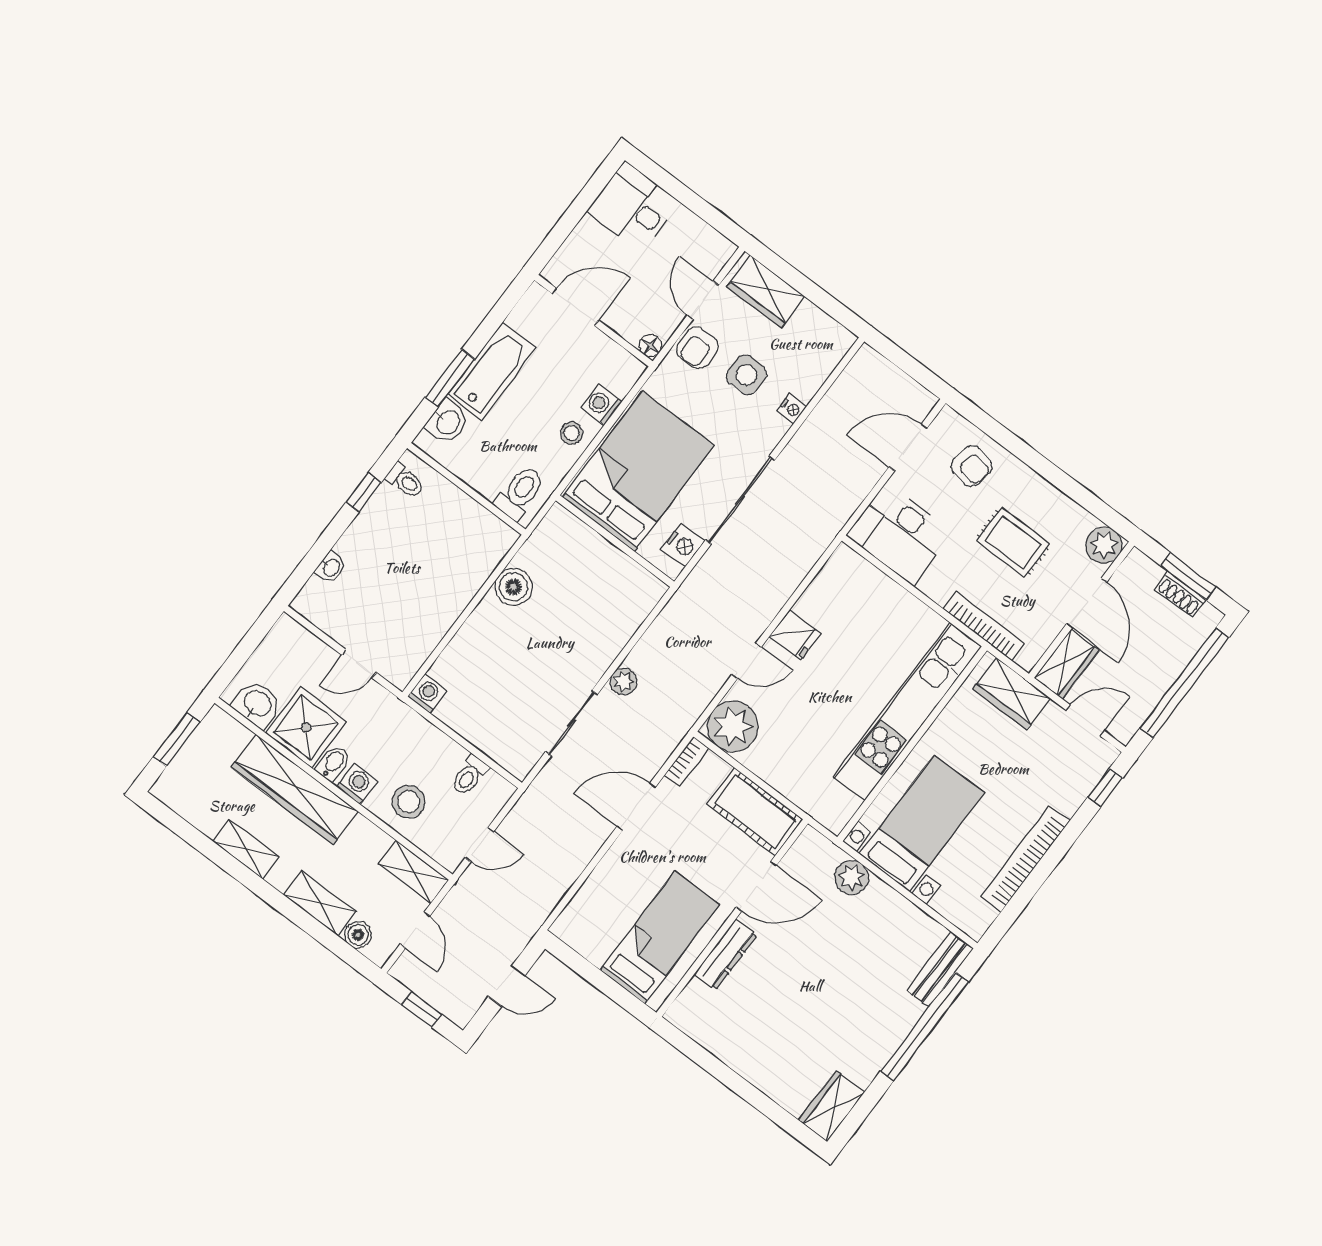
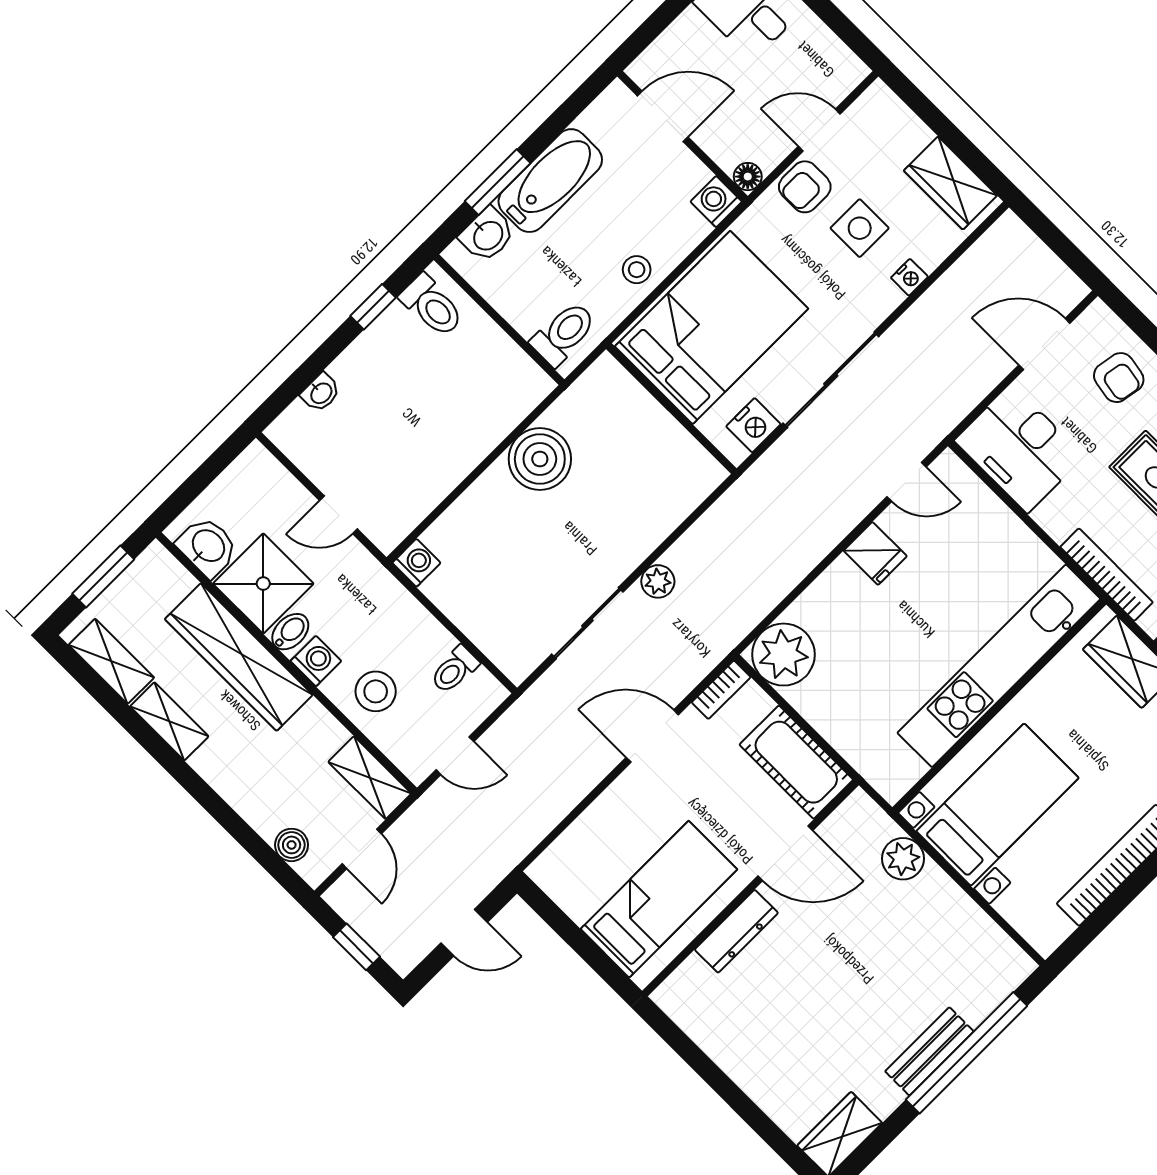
wardrobe: (766, 292) -> (950, 183), moved
door: (703, 300) -> (819, 130), hinge flipped
washing machine: (601, 405) -> (716, 202), moved
toilet: (405, 481) -> (432, 306), width x1.37, depth x1.39
boiler: (513, 587) -> (540, 459), width x1.37, depth x1.37
door: (747, 661) -> (907, 482), moved
shelving: (320, 903) -> (111, 661), moved
bench: (940, 969) -> (929, 1051), moved

